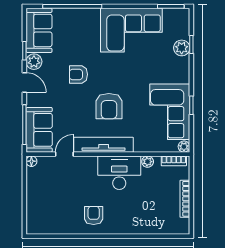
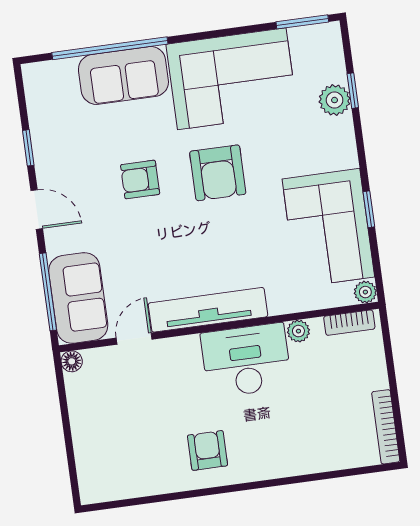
sofa: (39, 30) -> (123, 75), moved, turned 90
plant: (34, 62) -> (50, 166), removed
armchair: (109, 106) -> (218, 173), moved
bookcase: (185, 199) -> (386, 427), moved

